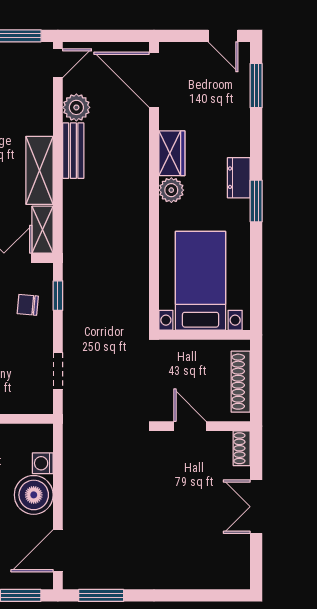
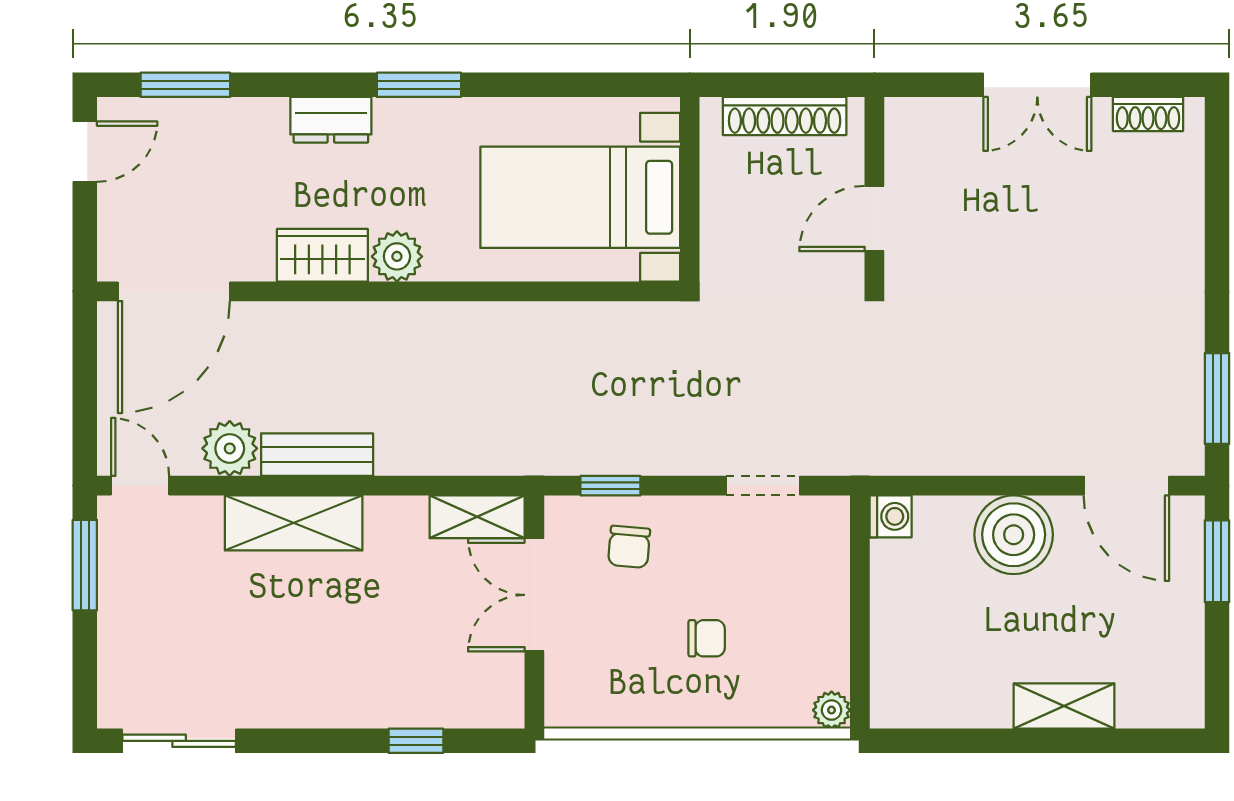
shelving: (40, 170) -> (294, 523), moved
dresser: (239, 178) -> (331, 120), moved
shoe rack: (242, 448) -> (1148, 114), moved
washing machine: (43, 463) -> (891, 516), moved, turned -90

